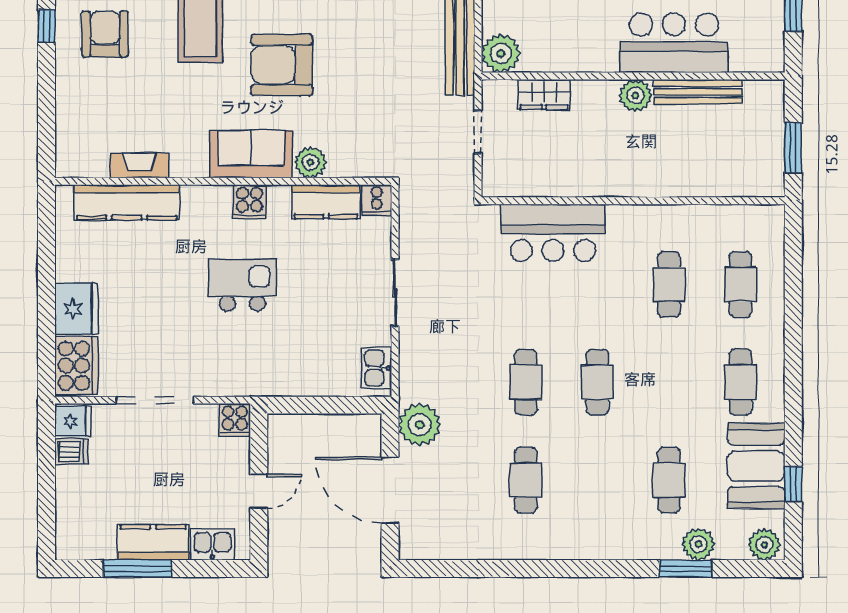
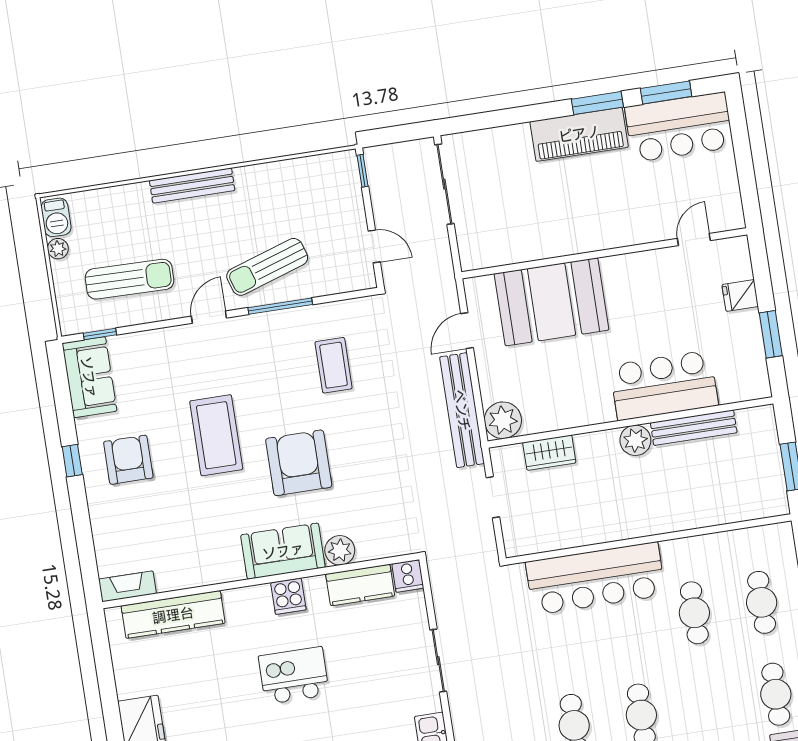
armchair: (282, 65) -> (299, 463), turned 90
fireplace: (139, 166) -> (127, 586), moved
bar counter: (553, 233) -> (596, 578), width x1.36

